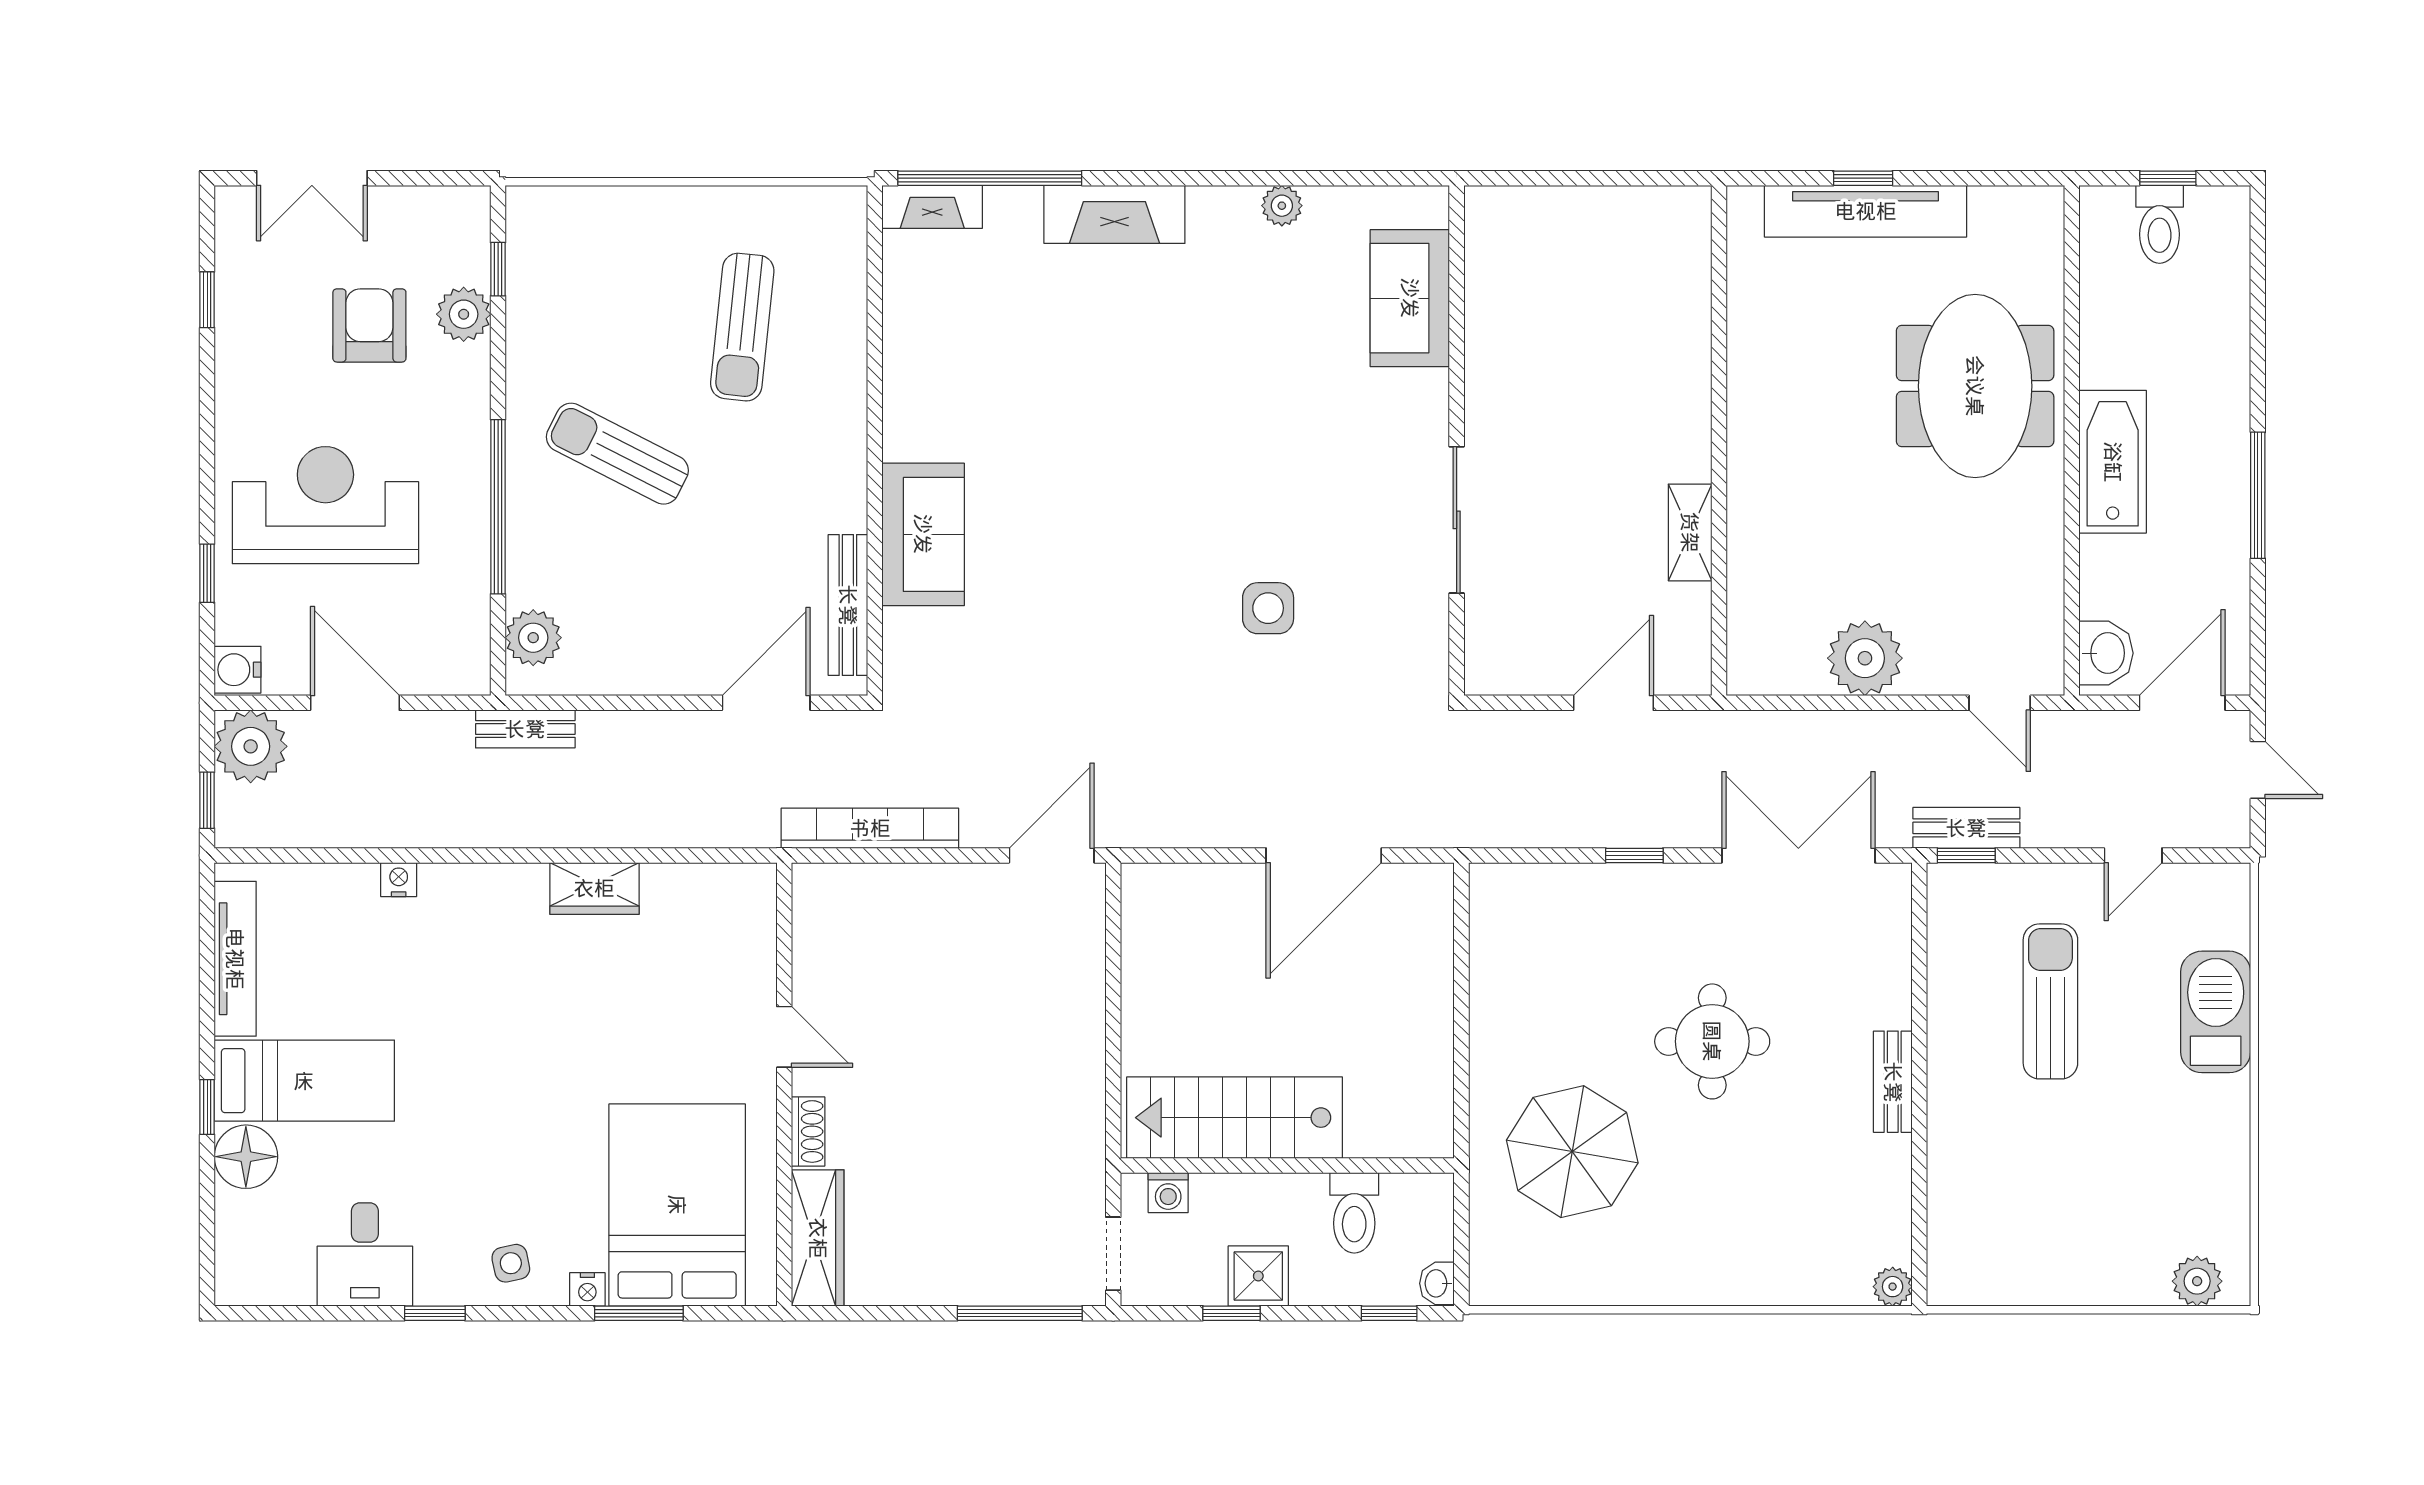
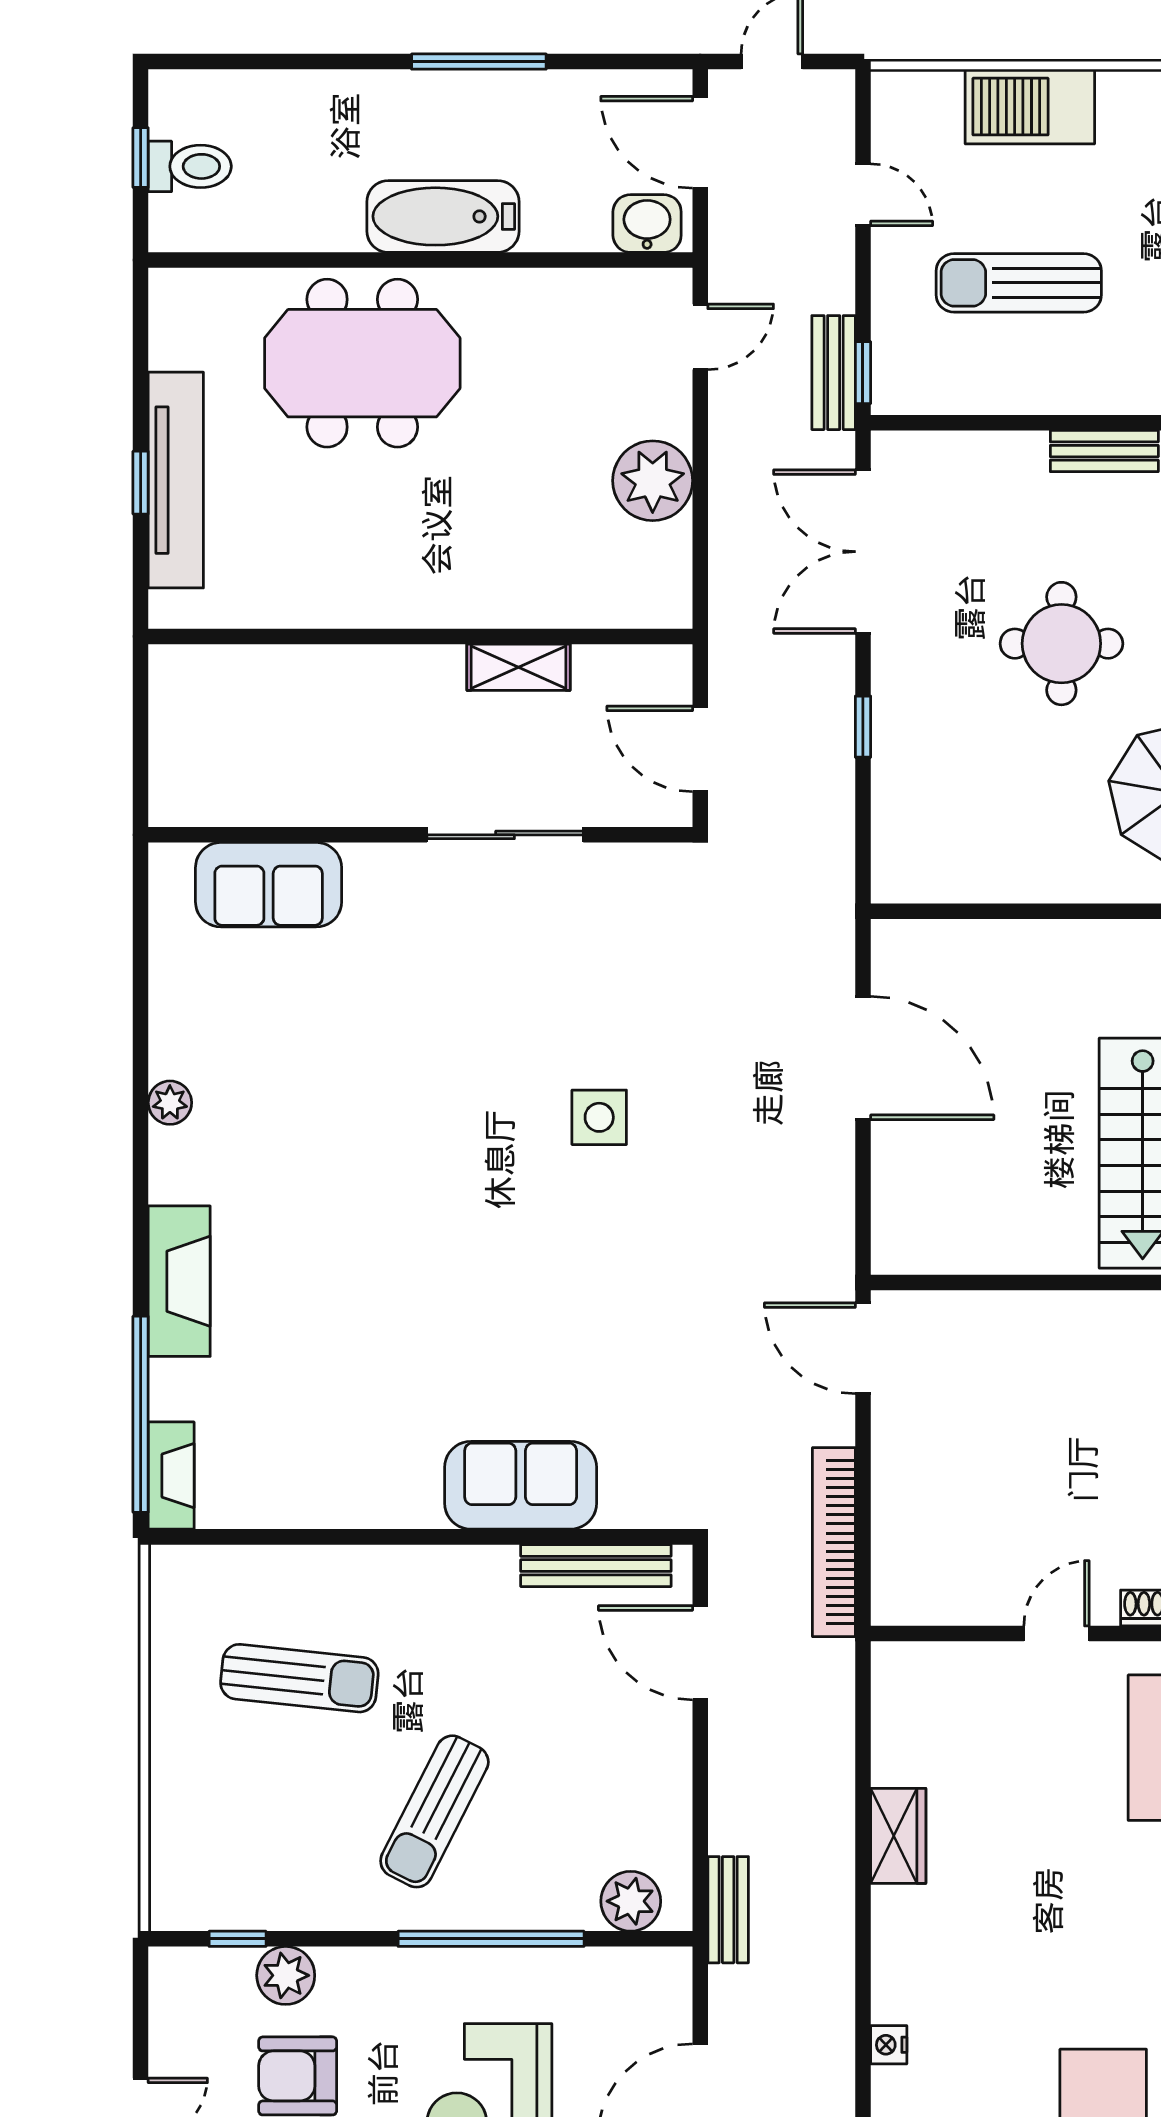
sofa: (1410, 298) -> (269, 885), moved
wall: (1457, 441) -> (420, 835), moved
sliding door: (1457, 520) -> (505, 835), moved

